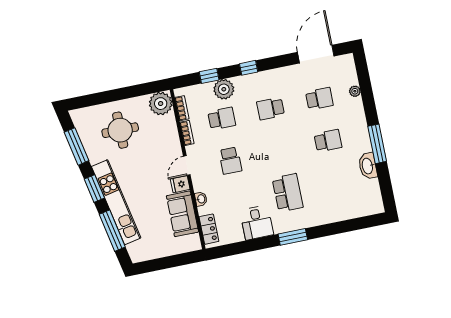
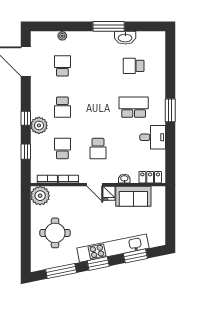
plant: (224, 89) -> (39, 125), moved
school desk: (328, 141) -> (134, 66), moved, turned -90
school desk: (230, 161) -> (98, 148), turned 90
window: (112, 231) -> (135, 256), width x0.69

